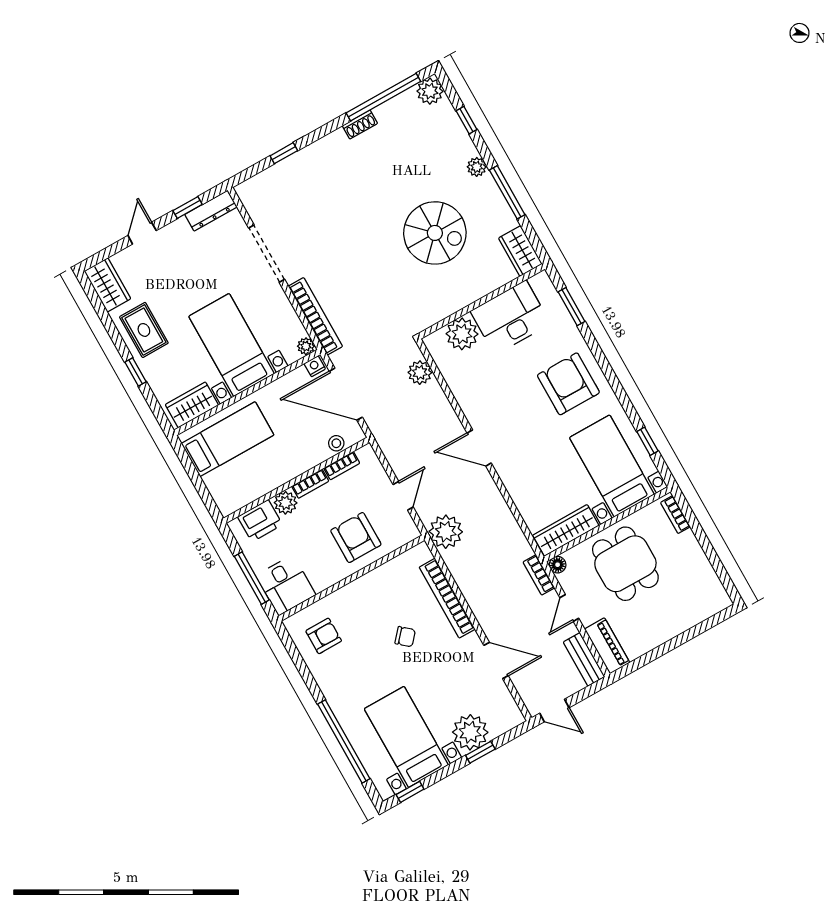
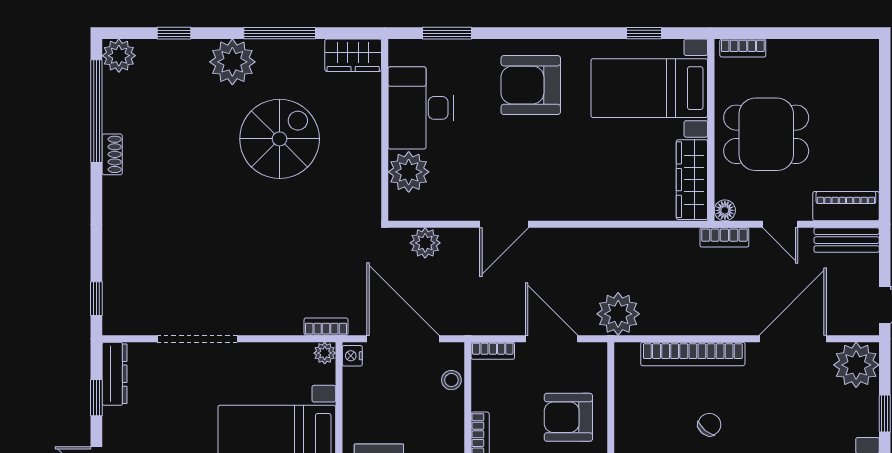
window: (284, 153) -> (96, 299), moved
plant: (477, 167) -> (232, 62), width x1.87, depth x1.87
bookcase: (315, 316) -> (326, 327), width x0.43, depth x0.76
door: (346, 394) -> (403, 339), swing flipped
door: (479, 448) -> (504, 224), moved
bookcase: (342, 466) -> (493, 351), moved, turned 90
door: (403, 496) -> (552, 339), width x1.38
door: (496, 661) -> (793, 339), width x1.36
plant: (470, 732) -> (856, 365), moved

